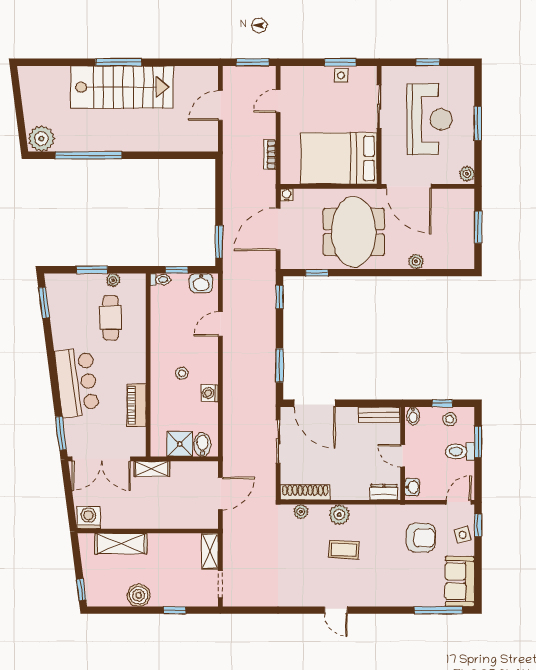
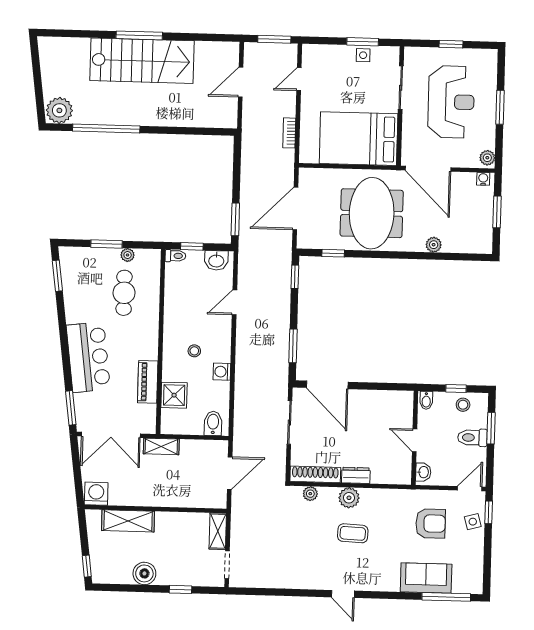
water cooler: (287, 195) -> (483, 179), moved
bench: (379, 415) -> (392, 398), removed
shower: (180, 444) -> (174, 395), moved
dresser: (384, 492) -> (356, 475), moved
sofa: (460, 581) -> (426, 578), moved, turned 90

